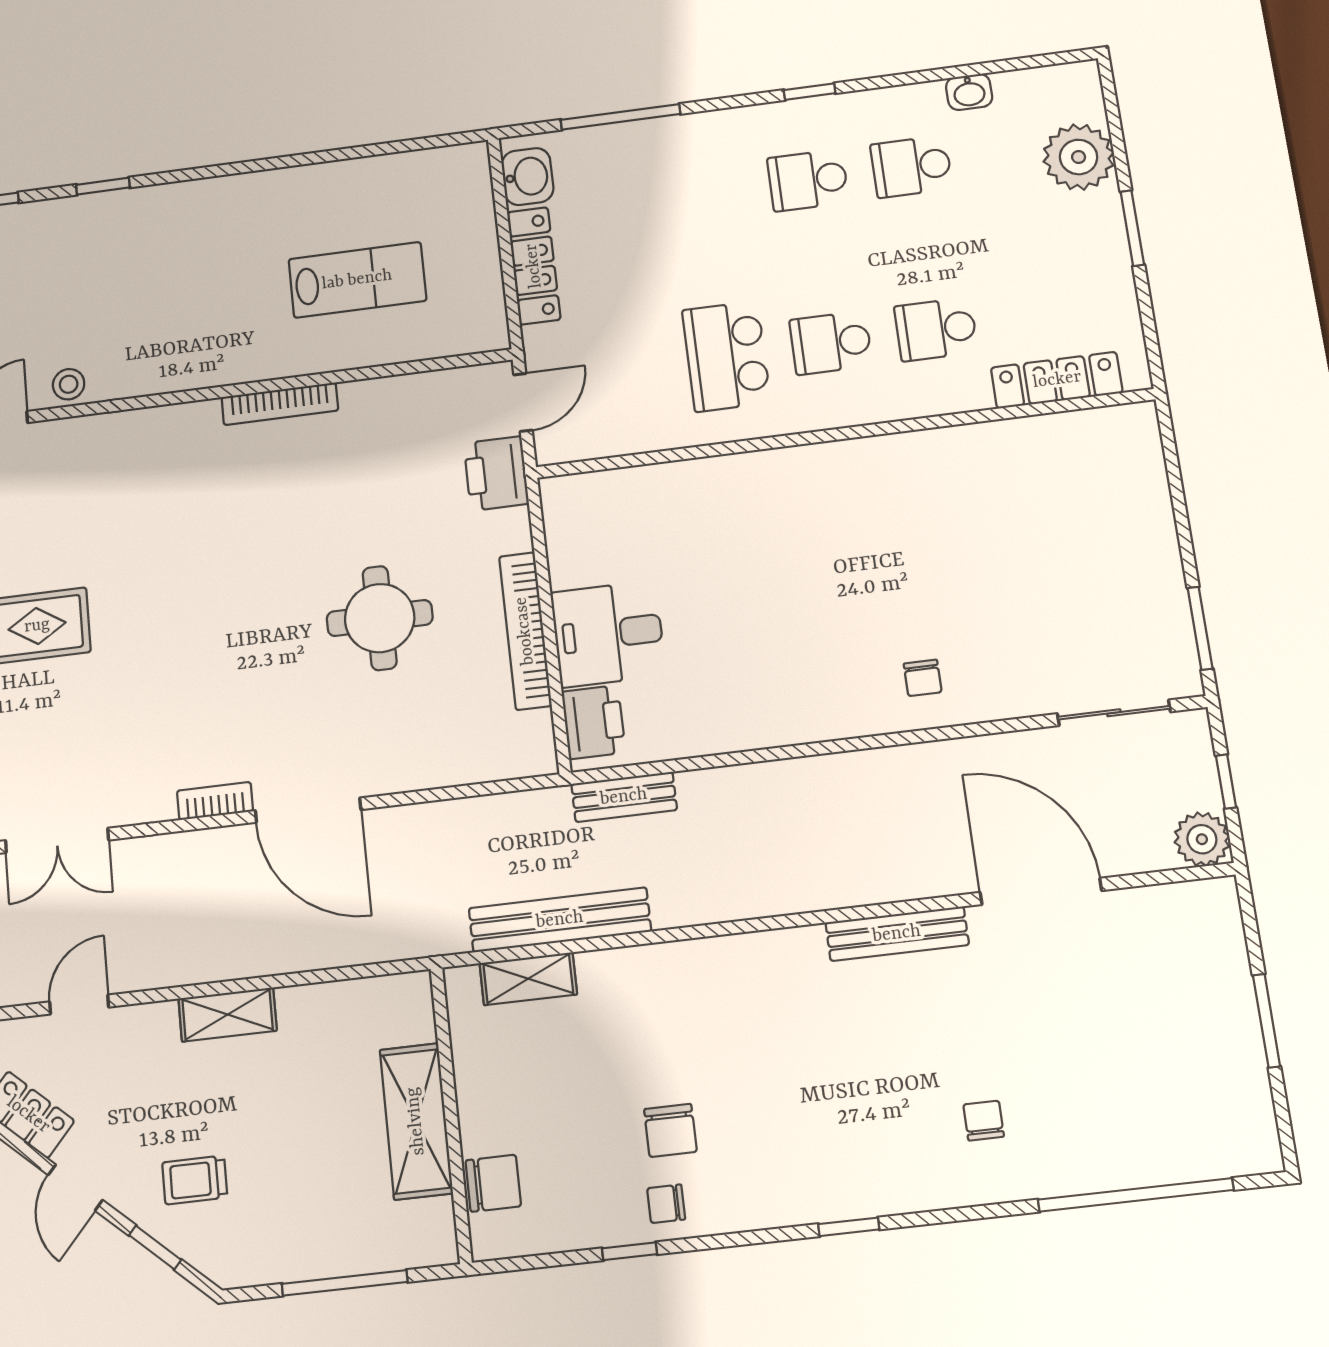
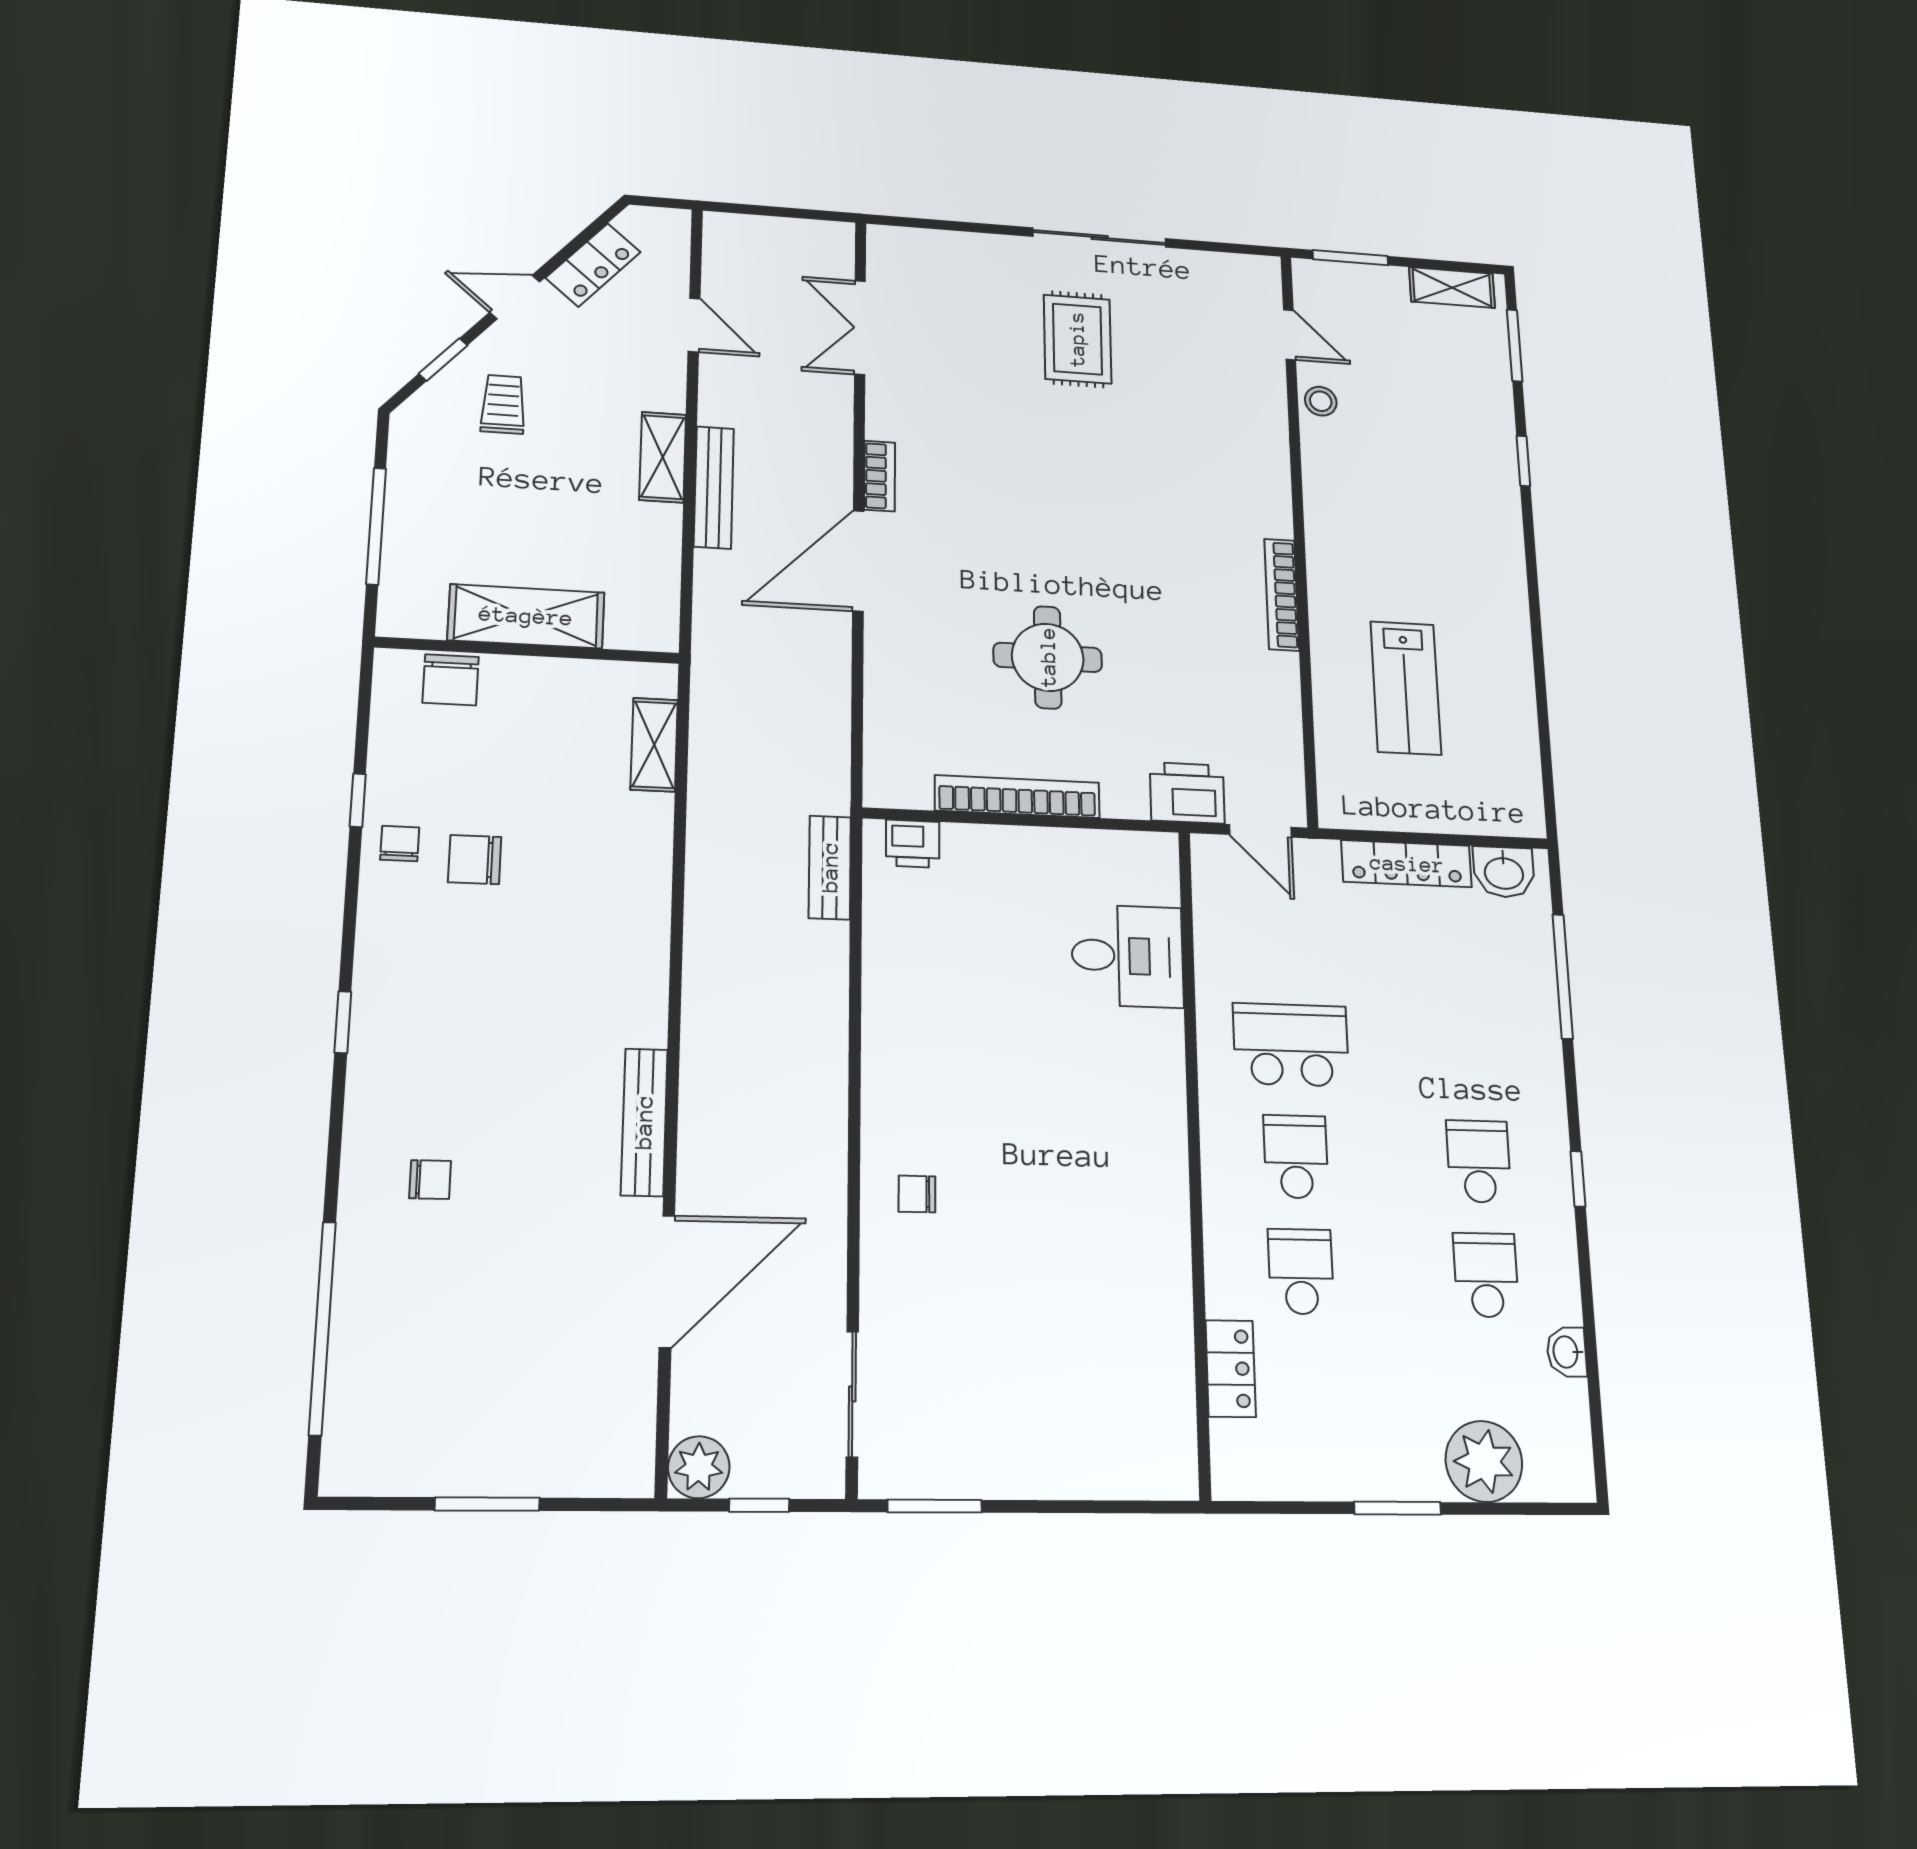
locker: (1057, 380) -> (1231, 1369), width x0.66
desk: (608, 634) -> (1127, 956), moved, turned 90
printer: (594, 722) -> (913, 844), width x0.73, depth x0.81
bench: (560, 920) -> (714, 487), moved, width x0.73, depth x0.82

